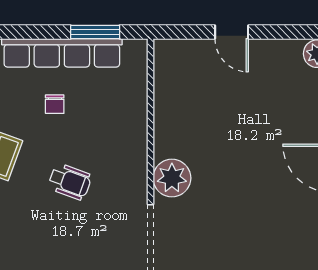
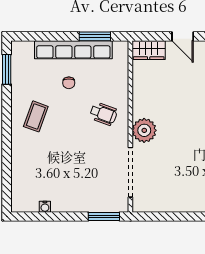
wardrobe: (179, 53) -> (149, 50), added
wheelchair: (70, 182) -> (103, 114), moved

